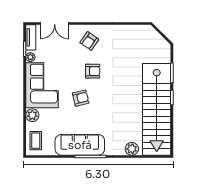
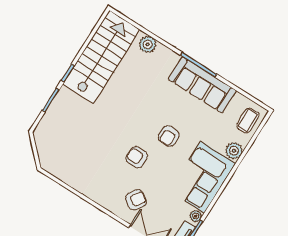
armchair: (89, 41) -> (136, 200), moved
armchair: (81, 98) -> (169, 136), turned -76
stairs: (157, 109) -> (101, 57), width x0.73

